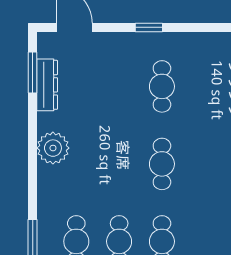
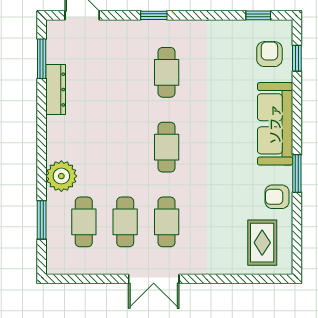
dresser: (47, 85) -> (56, 90), moved
plant: (53, 148) -> (61, 176), moved

